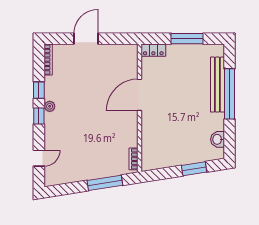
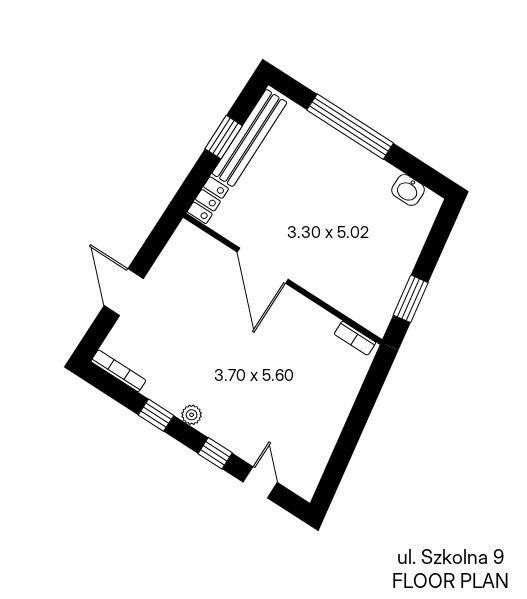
window: (187, 39) -> (224, 137), width x0.69
bench: (217, 85) -> (249, 138), moved, turned 90
window: (39, 116) -> (215, 453), moved
window: (194, 169) -> (411, 299), moved
window: (105, 183) -> (363, 406), removed

